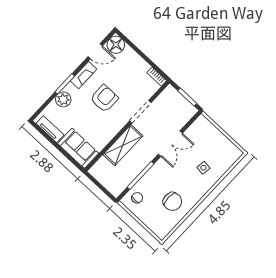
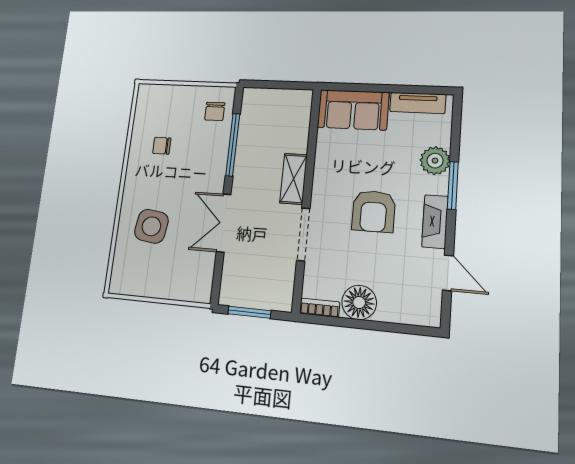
floor lamp: (116, 45) -> (359, 302), moved
door: (95, 51) -> (448, 273), swing flipped
shelving: (123, 145) -> (293, 179), width x0.67, depth x0.75
side table: (203, 168) -> (151, 226), width x1.87, depth x1.87
chair: (172, 201) -> (162, 146), width x0.54, depth x0.54

